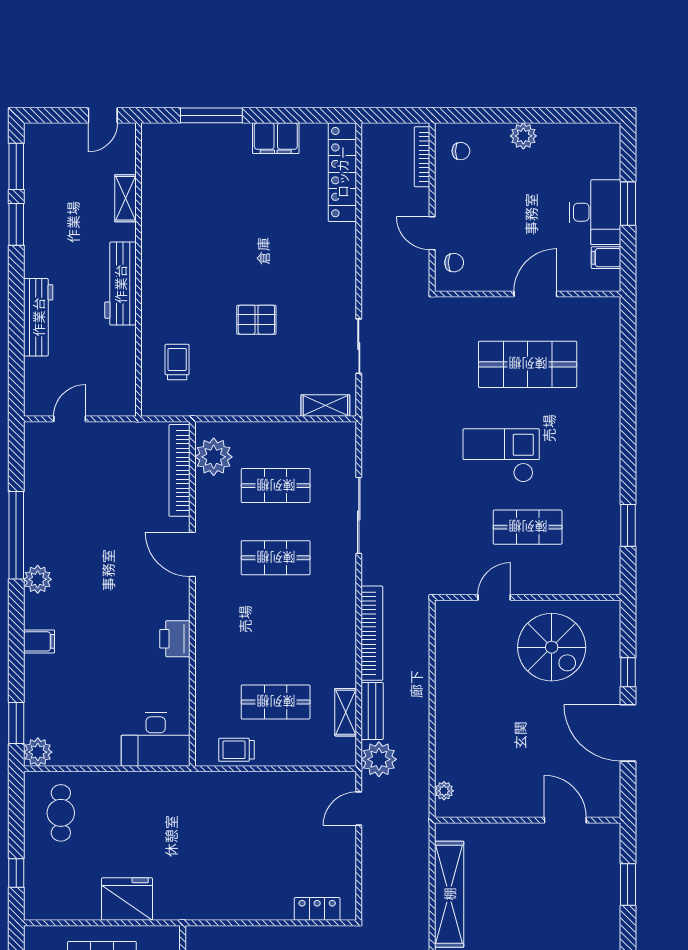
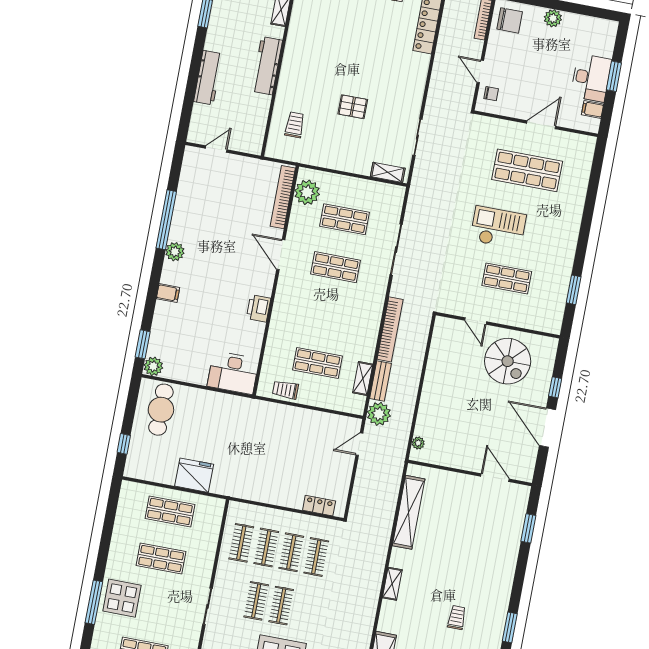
chair: (461, 151) -> (510, 20), width x1.87, depth x1.87
door: (494, 597) -> (476, 321), swing flipped
cafe table: (61, 813) -> (161, 410), width x1.37, depth x1.35

